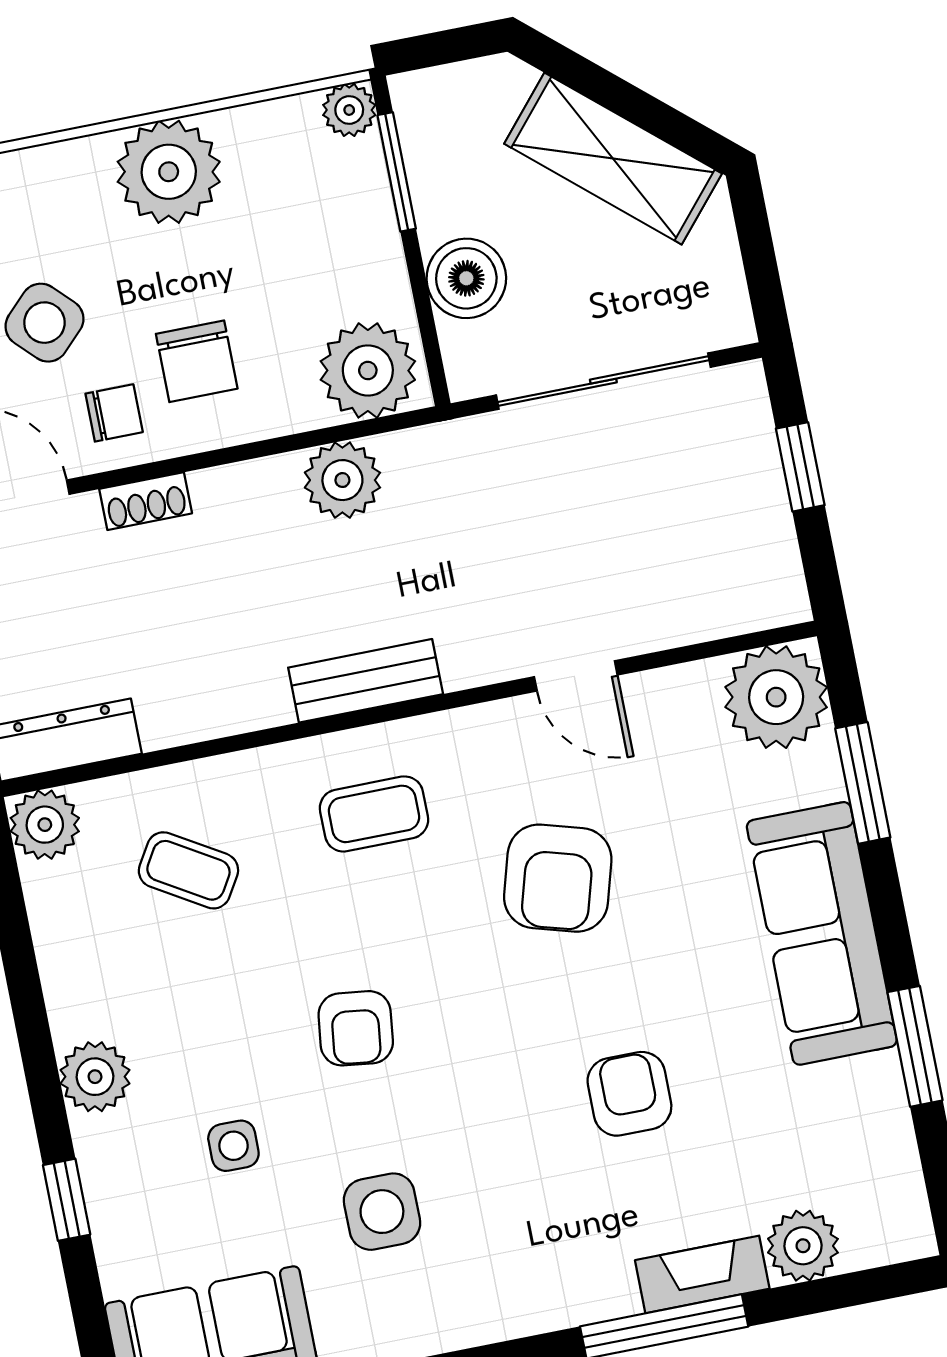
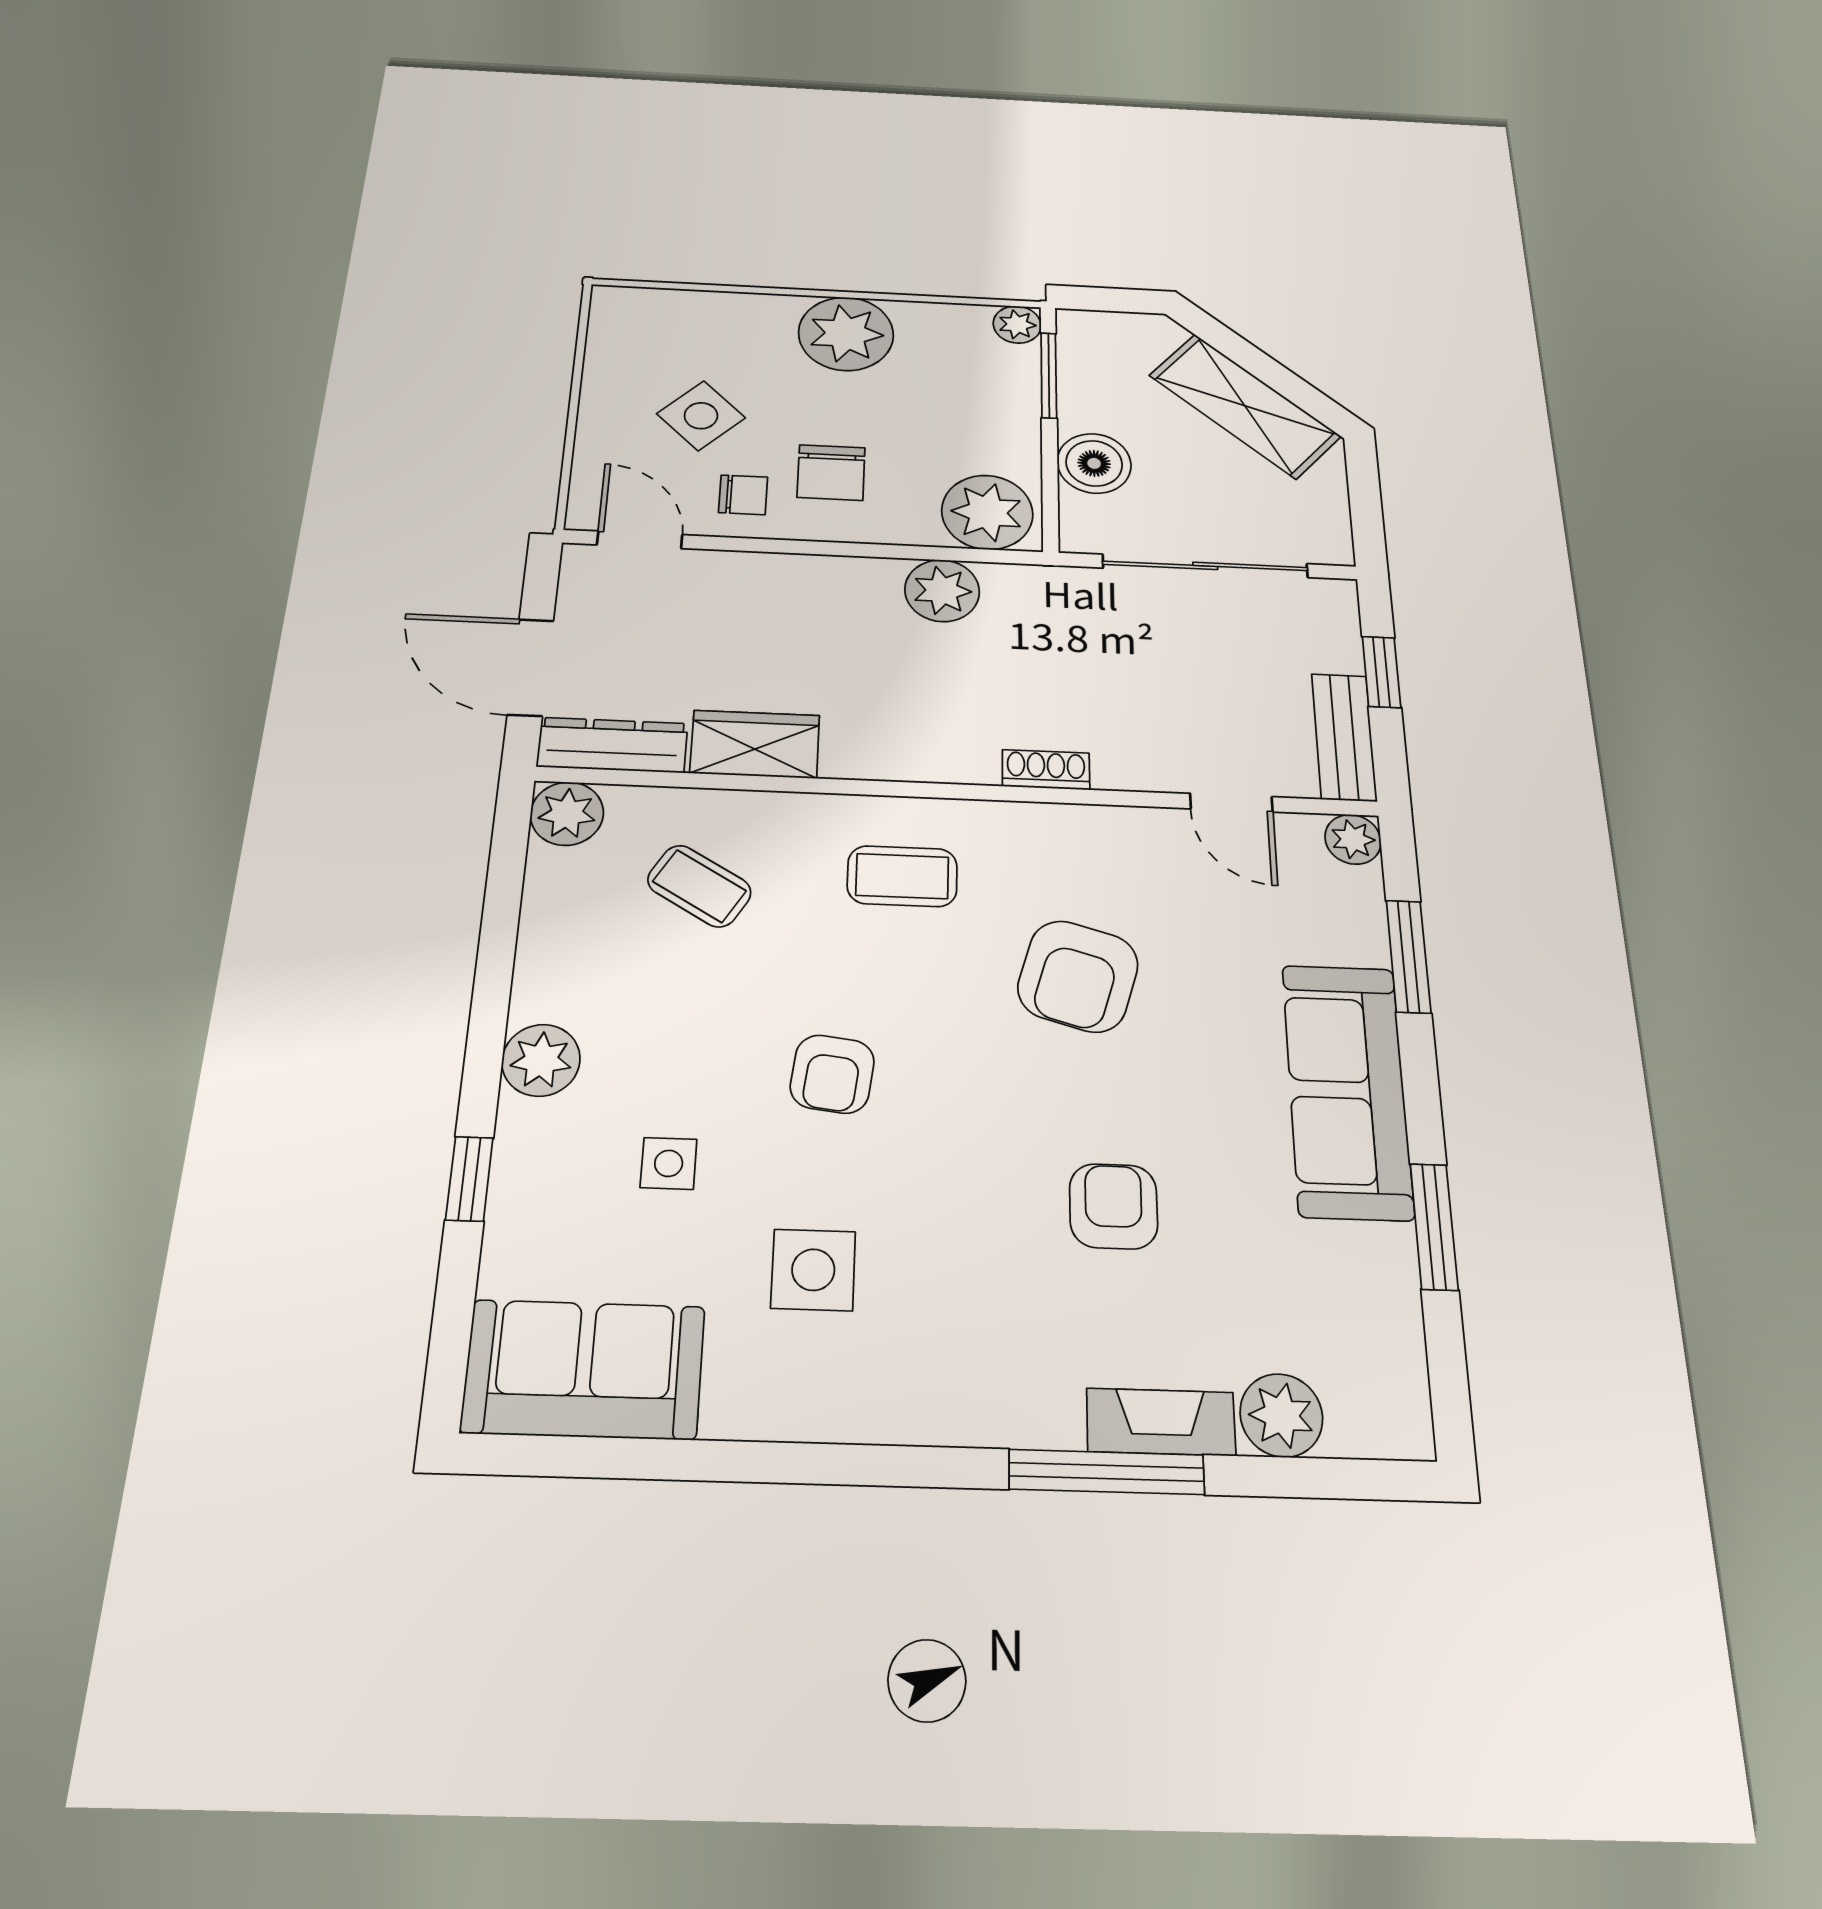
shoe rack: (146, 501) -> (1046, 770), moved, turned 180
door: (576, 676) -> (1231, 803), moved
bench: (366, 681) -> (1344, 737), moved, turned 90
plant: (776, 697) -> (1353, 839), width x0.53, depth x0.53
wardrobe: (201, 705) -> (755, 744), added

